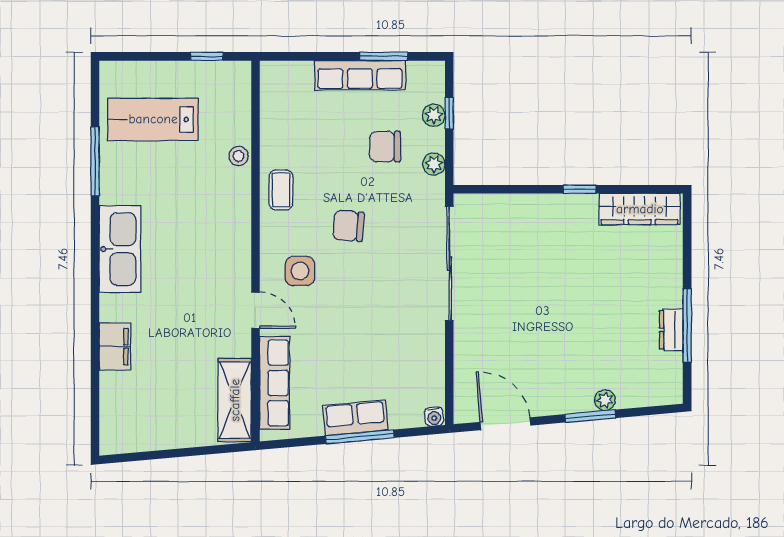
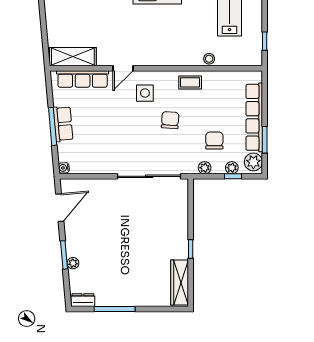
row of seats: (360, 75) -> (254, 117), width x1.36
plant: (424, 77) -> (253, 162), added
dresser: (671, 330) -> (83, 300), moved

